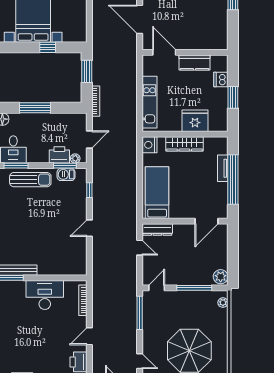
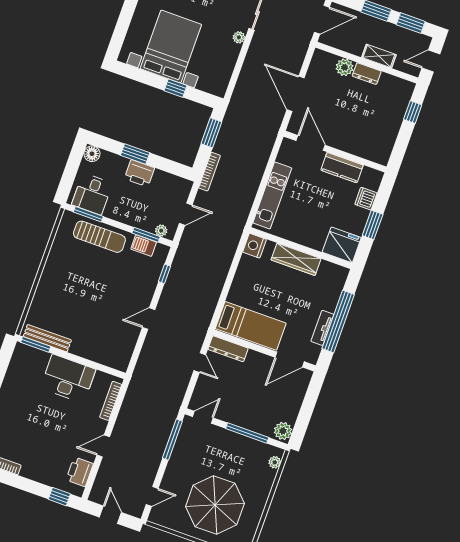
window: (35, 108) -> (135, 154), width x0.69
fridge: (195, 121) -> (342, 245), moved
printer: (59, 155) -> (139, 173), moved, turned 180
tv unit: (223, 168) -> (322, 328), moved
bed: (157, 193) -> (251, 326), moved, turned 90
door: (140, 361) -> (152, 496), hinge flipped

